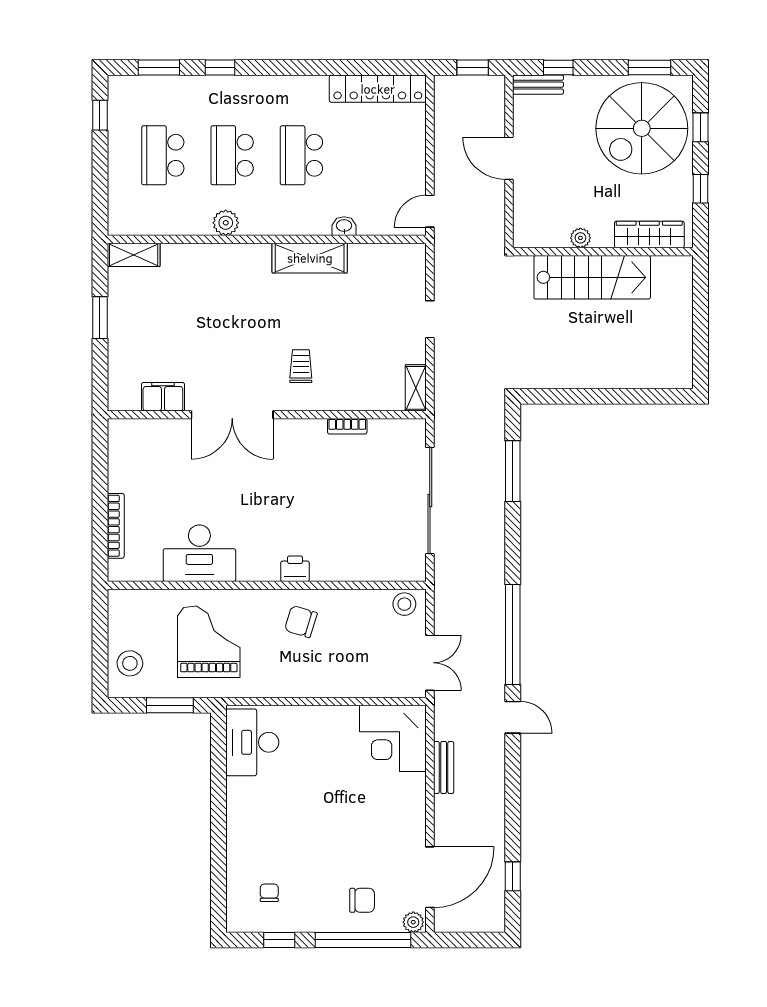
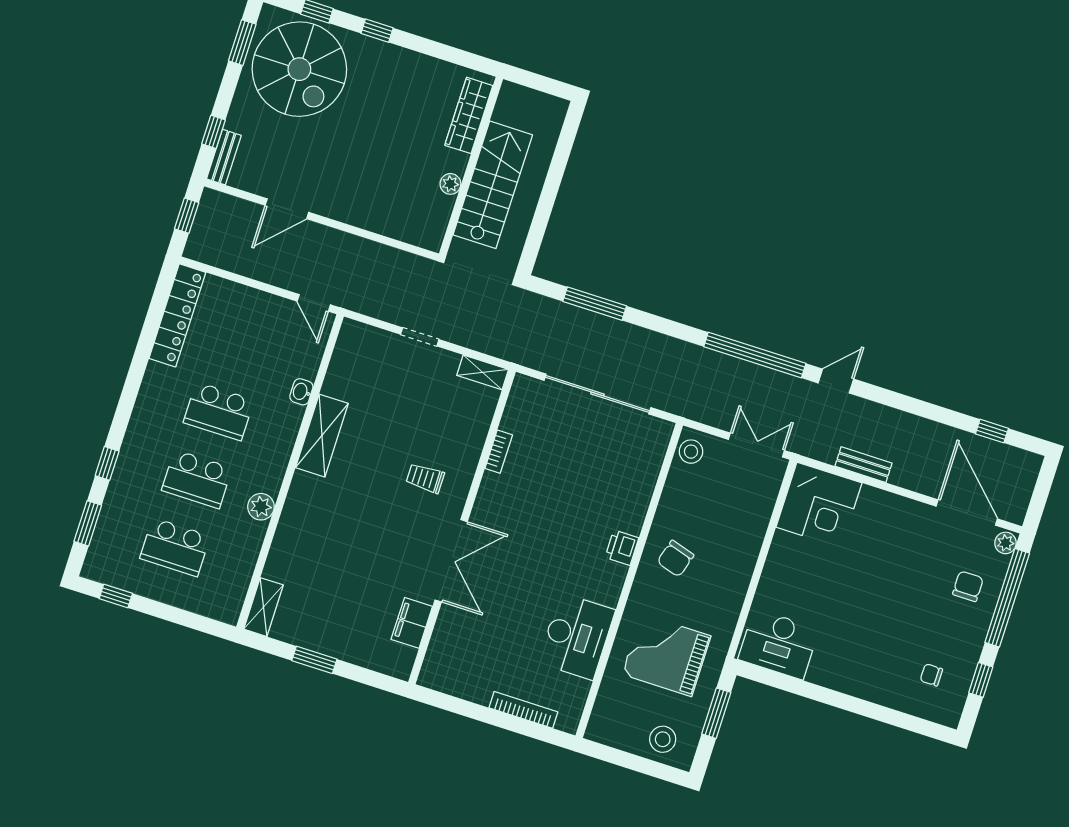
wardrobe: (649, 235) -> (469, 115), moved
plant: (580, 238) -> (450, 184), moved
wall: (603, 252) -> (471, 166), moved
stairs: (592, 277) -> (493, 185), moved

